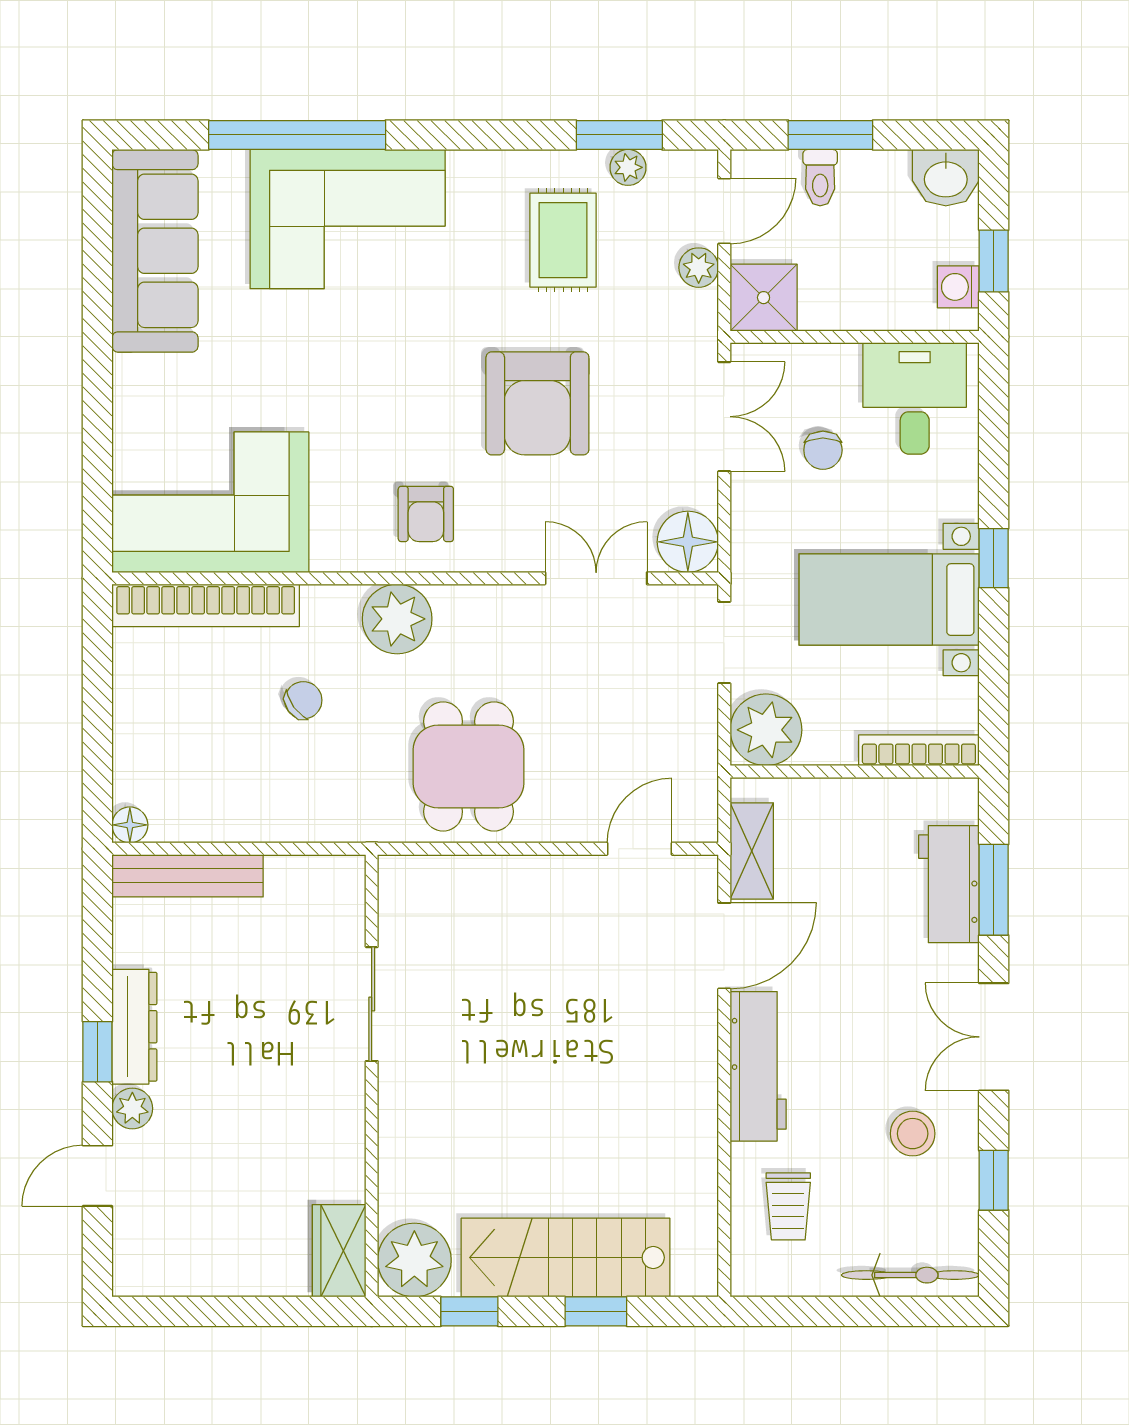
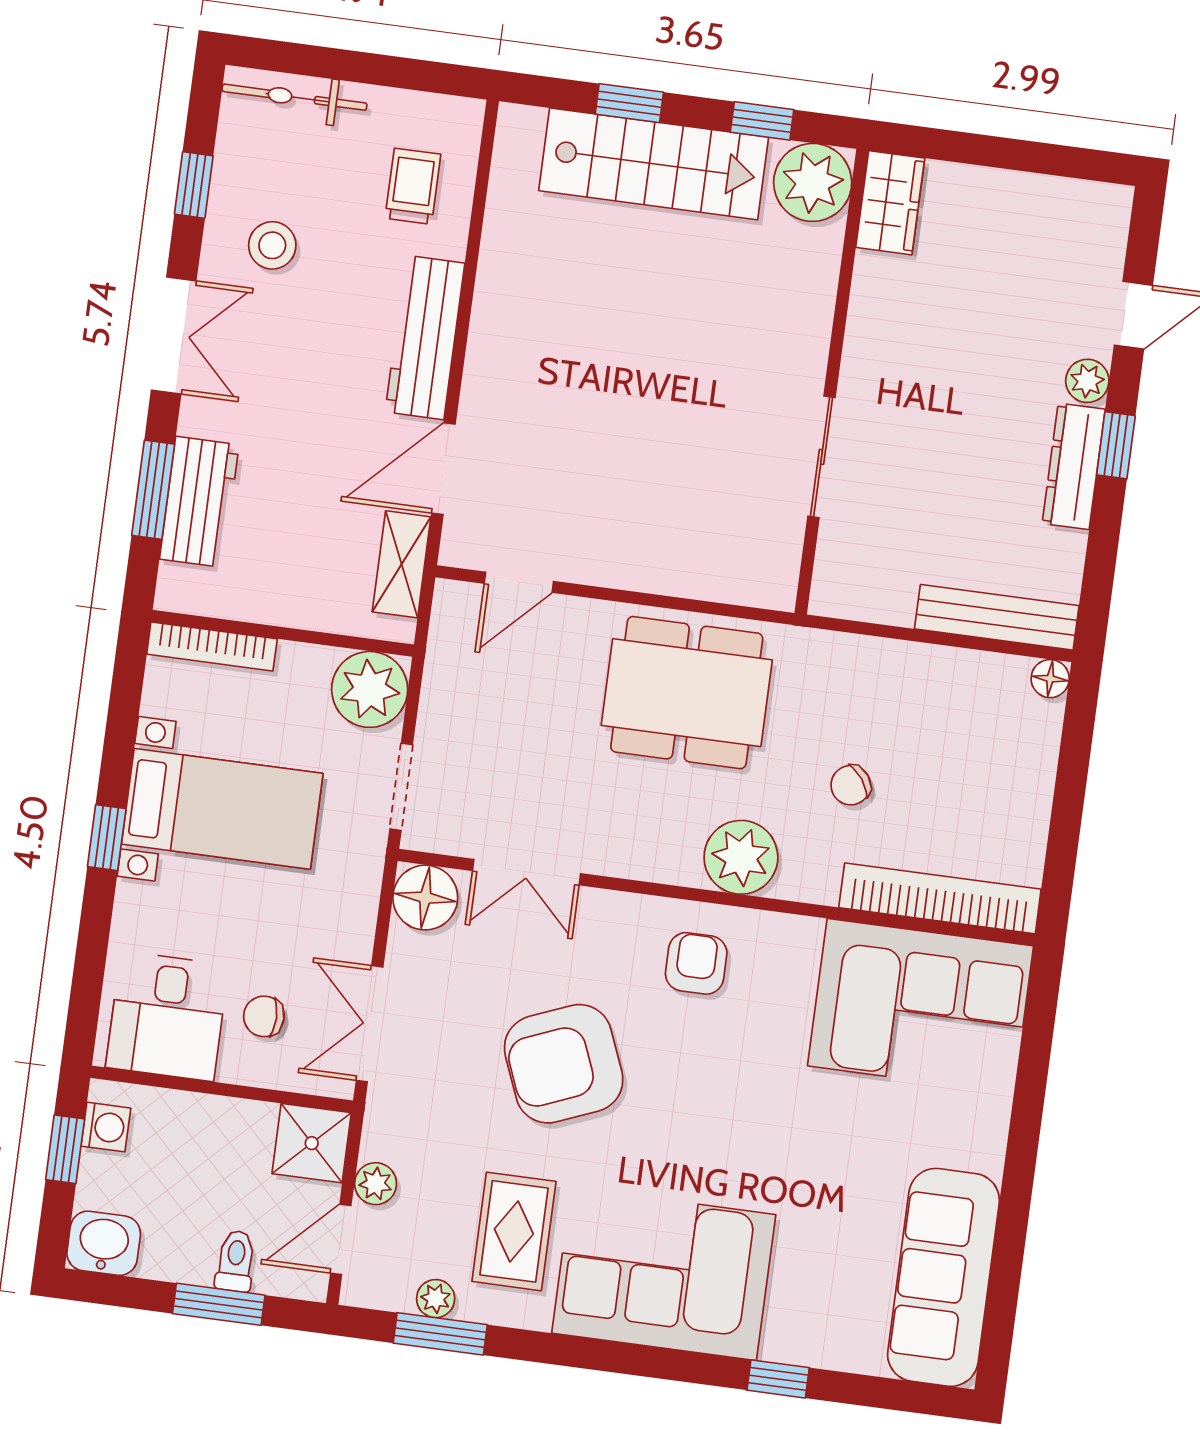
window: (297, 135) -> (778, 1379), width x0.32
corner sofa: (348, 219) -> (664, 1274), moved
armchair: (537, 403) -> (564, 1064), turned -112
chair: (823, 450) -> (264, 1016), moved, turned -90
dining table: (469, 766) -> (687, 693), width x1.38

